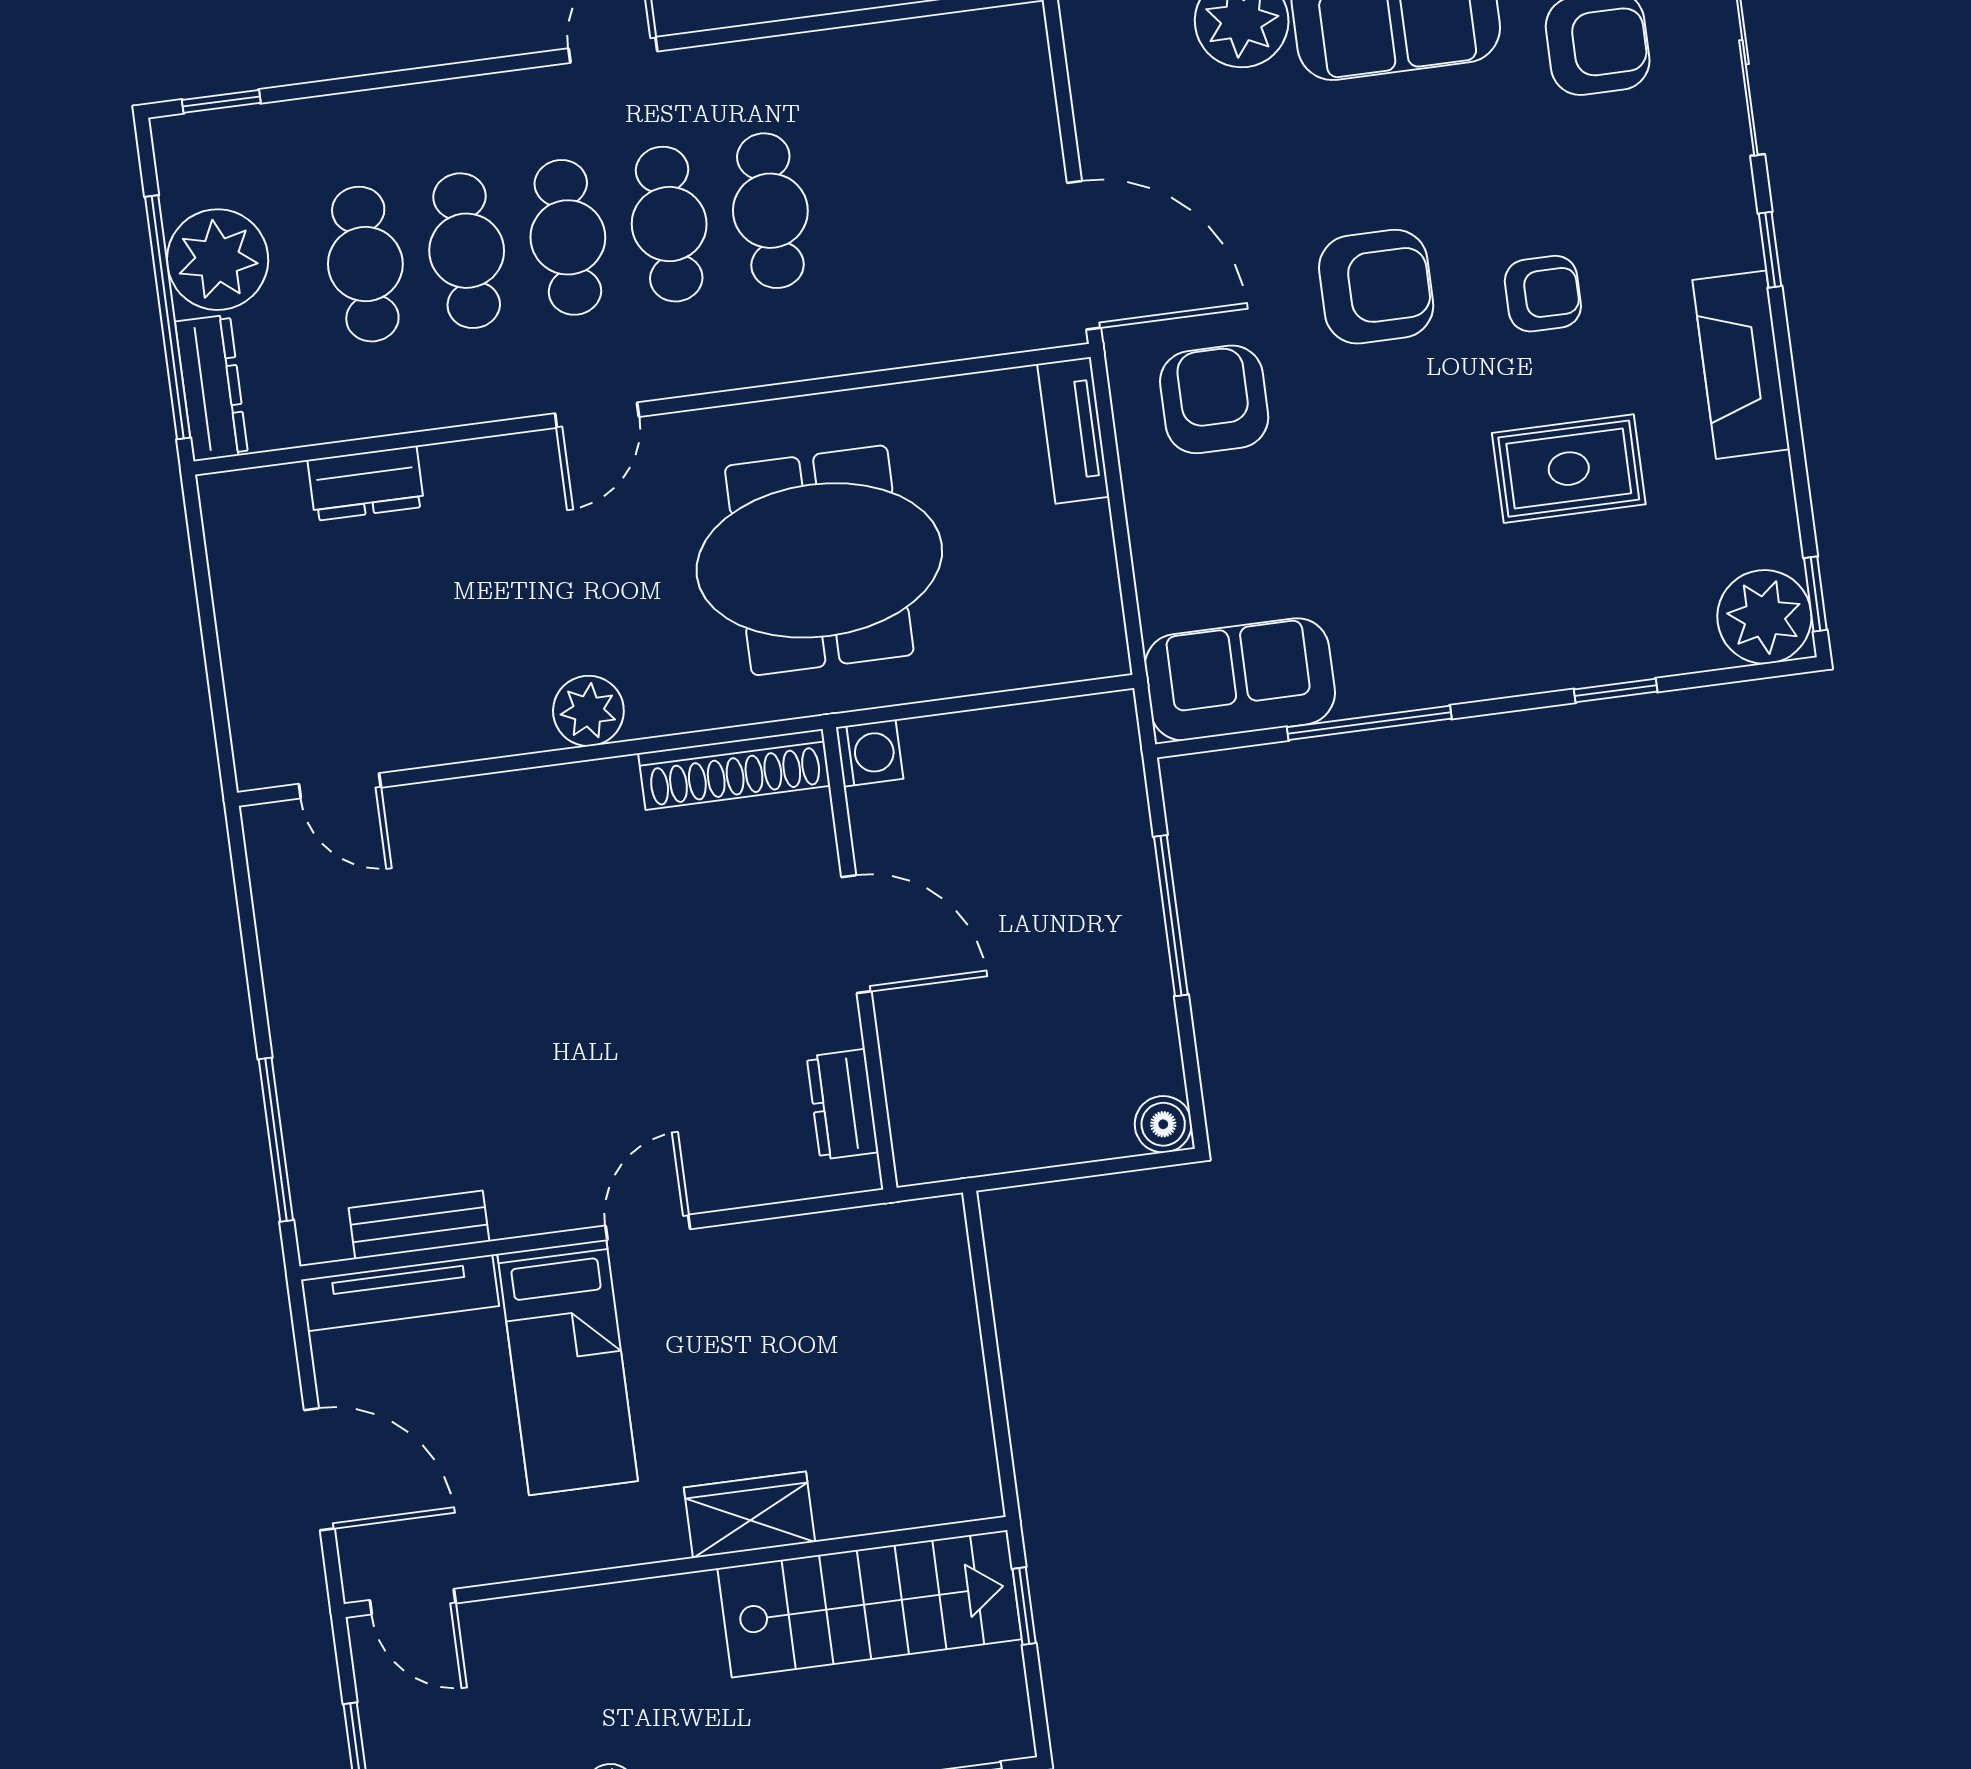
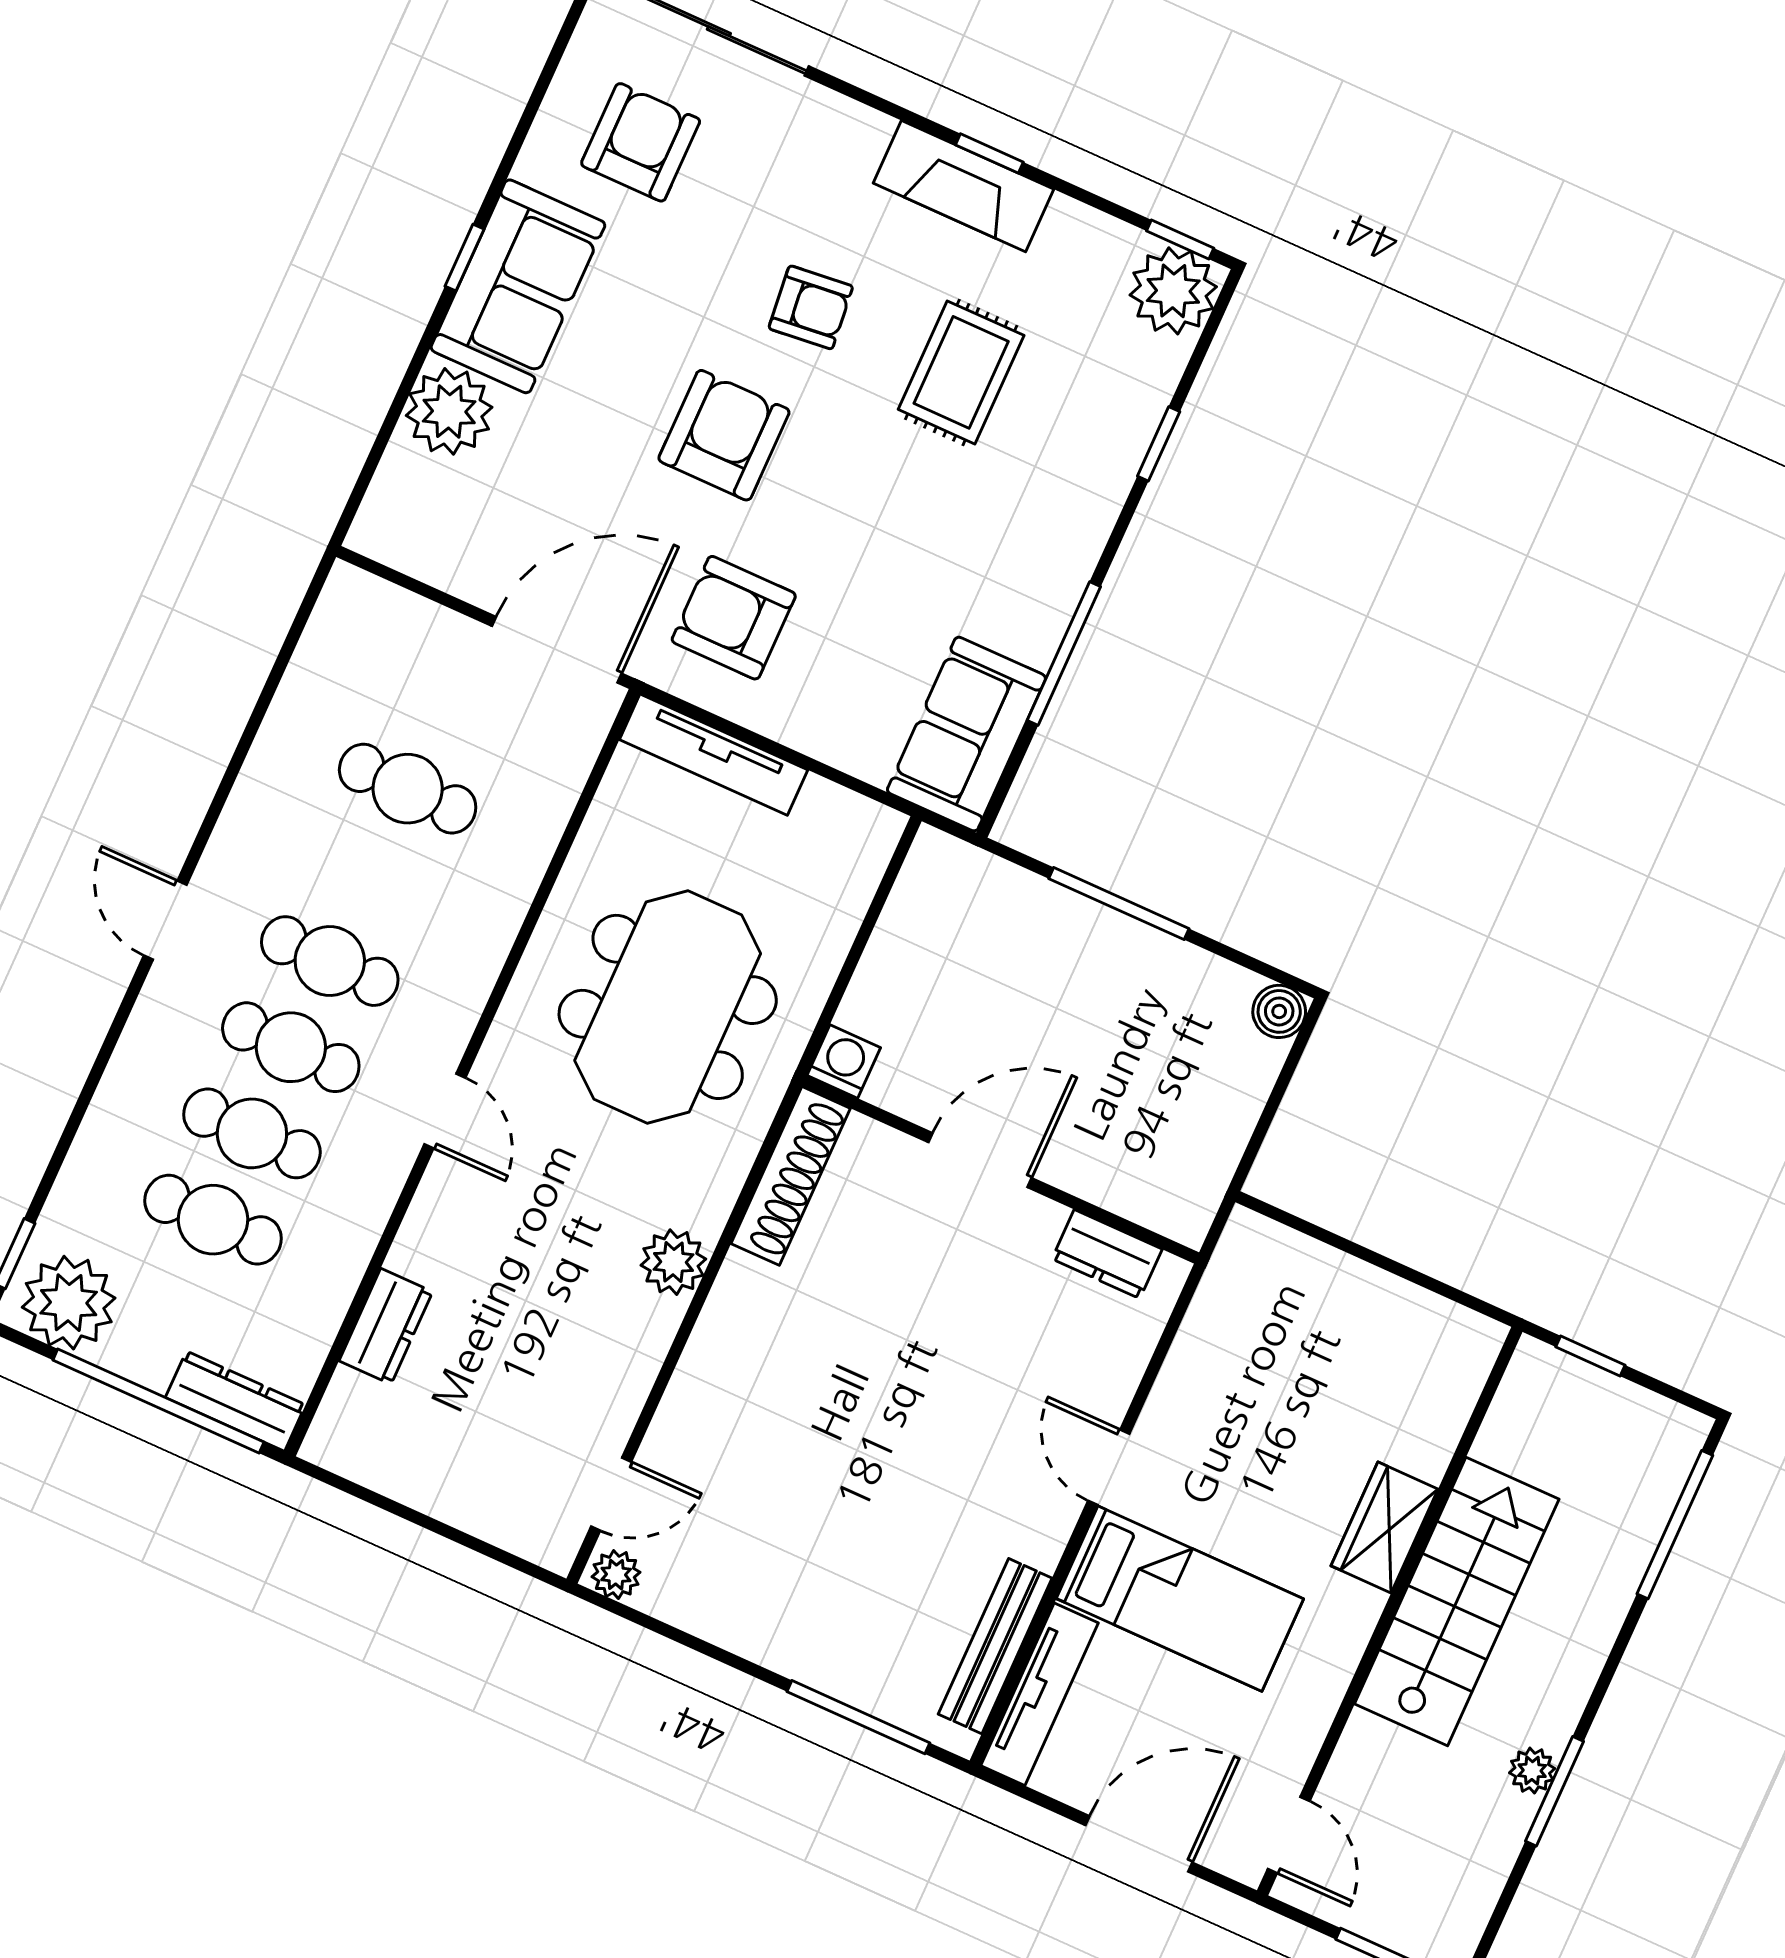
cafe table: (770, 211) -> (408, 789), moved
window: (1770, 250) -> (989, 153), moved
plant: (218, 260) -> (69, 1303), moved
armchair: (1543, 294) -> (811, 307), turned 84
tv unit: (1073, 430) -> (714, 755), width x1.41
plant: (269, 836) -> (616, 1575), added
bench: (419, 1225) -> (995, 1646), width x1.36
door: (413, 1602) -> (1289, 1835), hinge flipped
stairs: (870, 1604) -> (1457, 1602), moved

